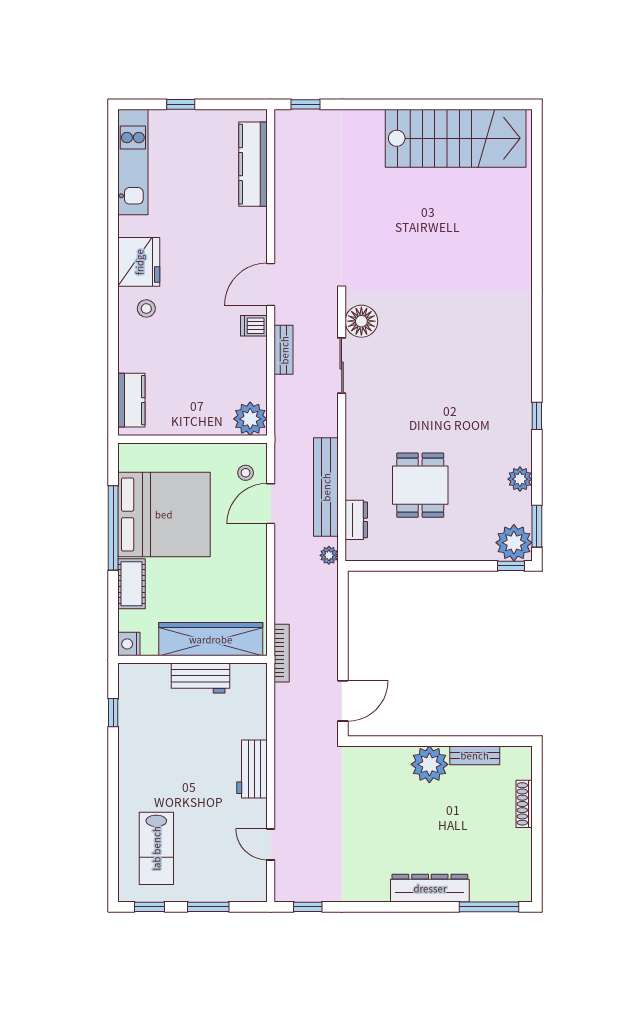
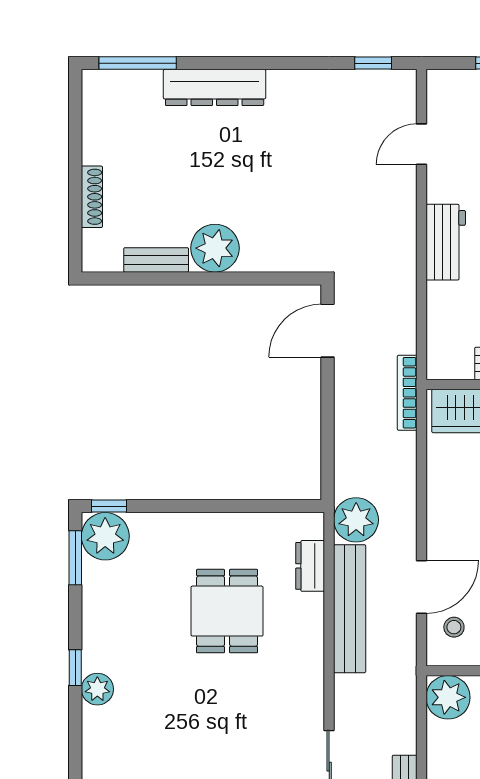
window: (537, 416) -> (75, 668), moved
plant: (520, 479) -> (97, 689), moved
plant: (329, 555) -> (356, 520), width x1.88, depth x1.88
door: (271, 844) -> (421, 144), swing flipped

